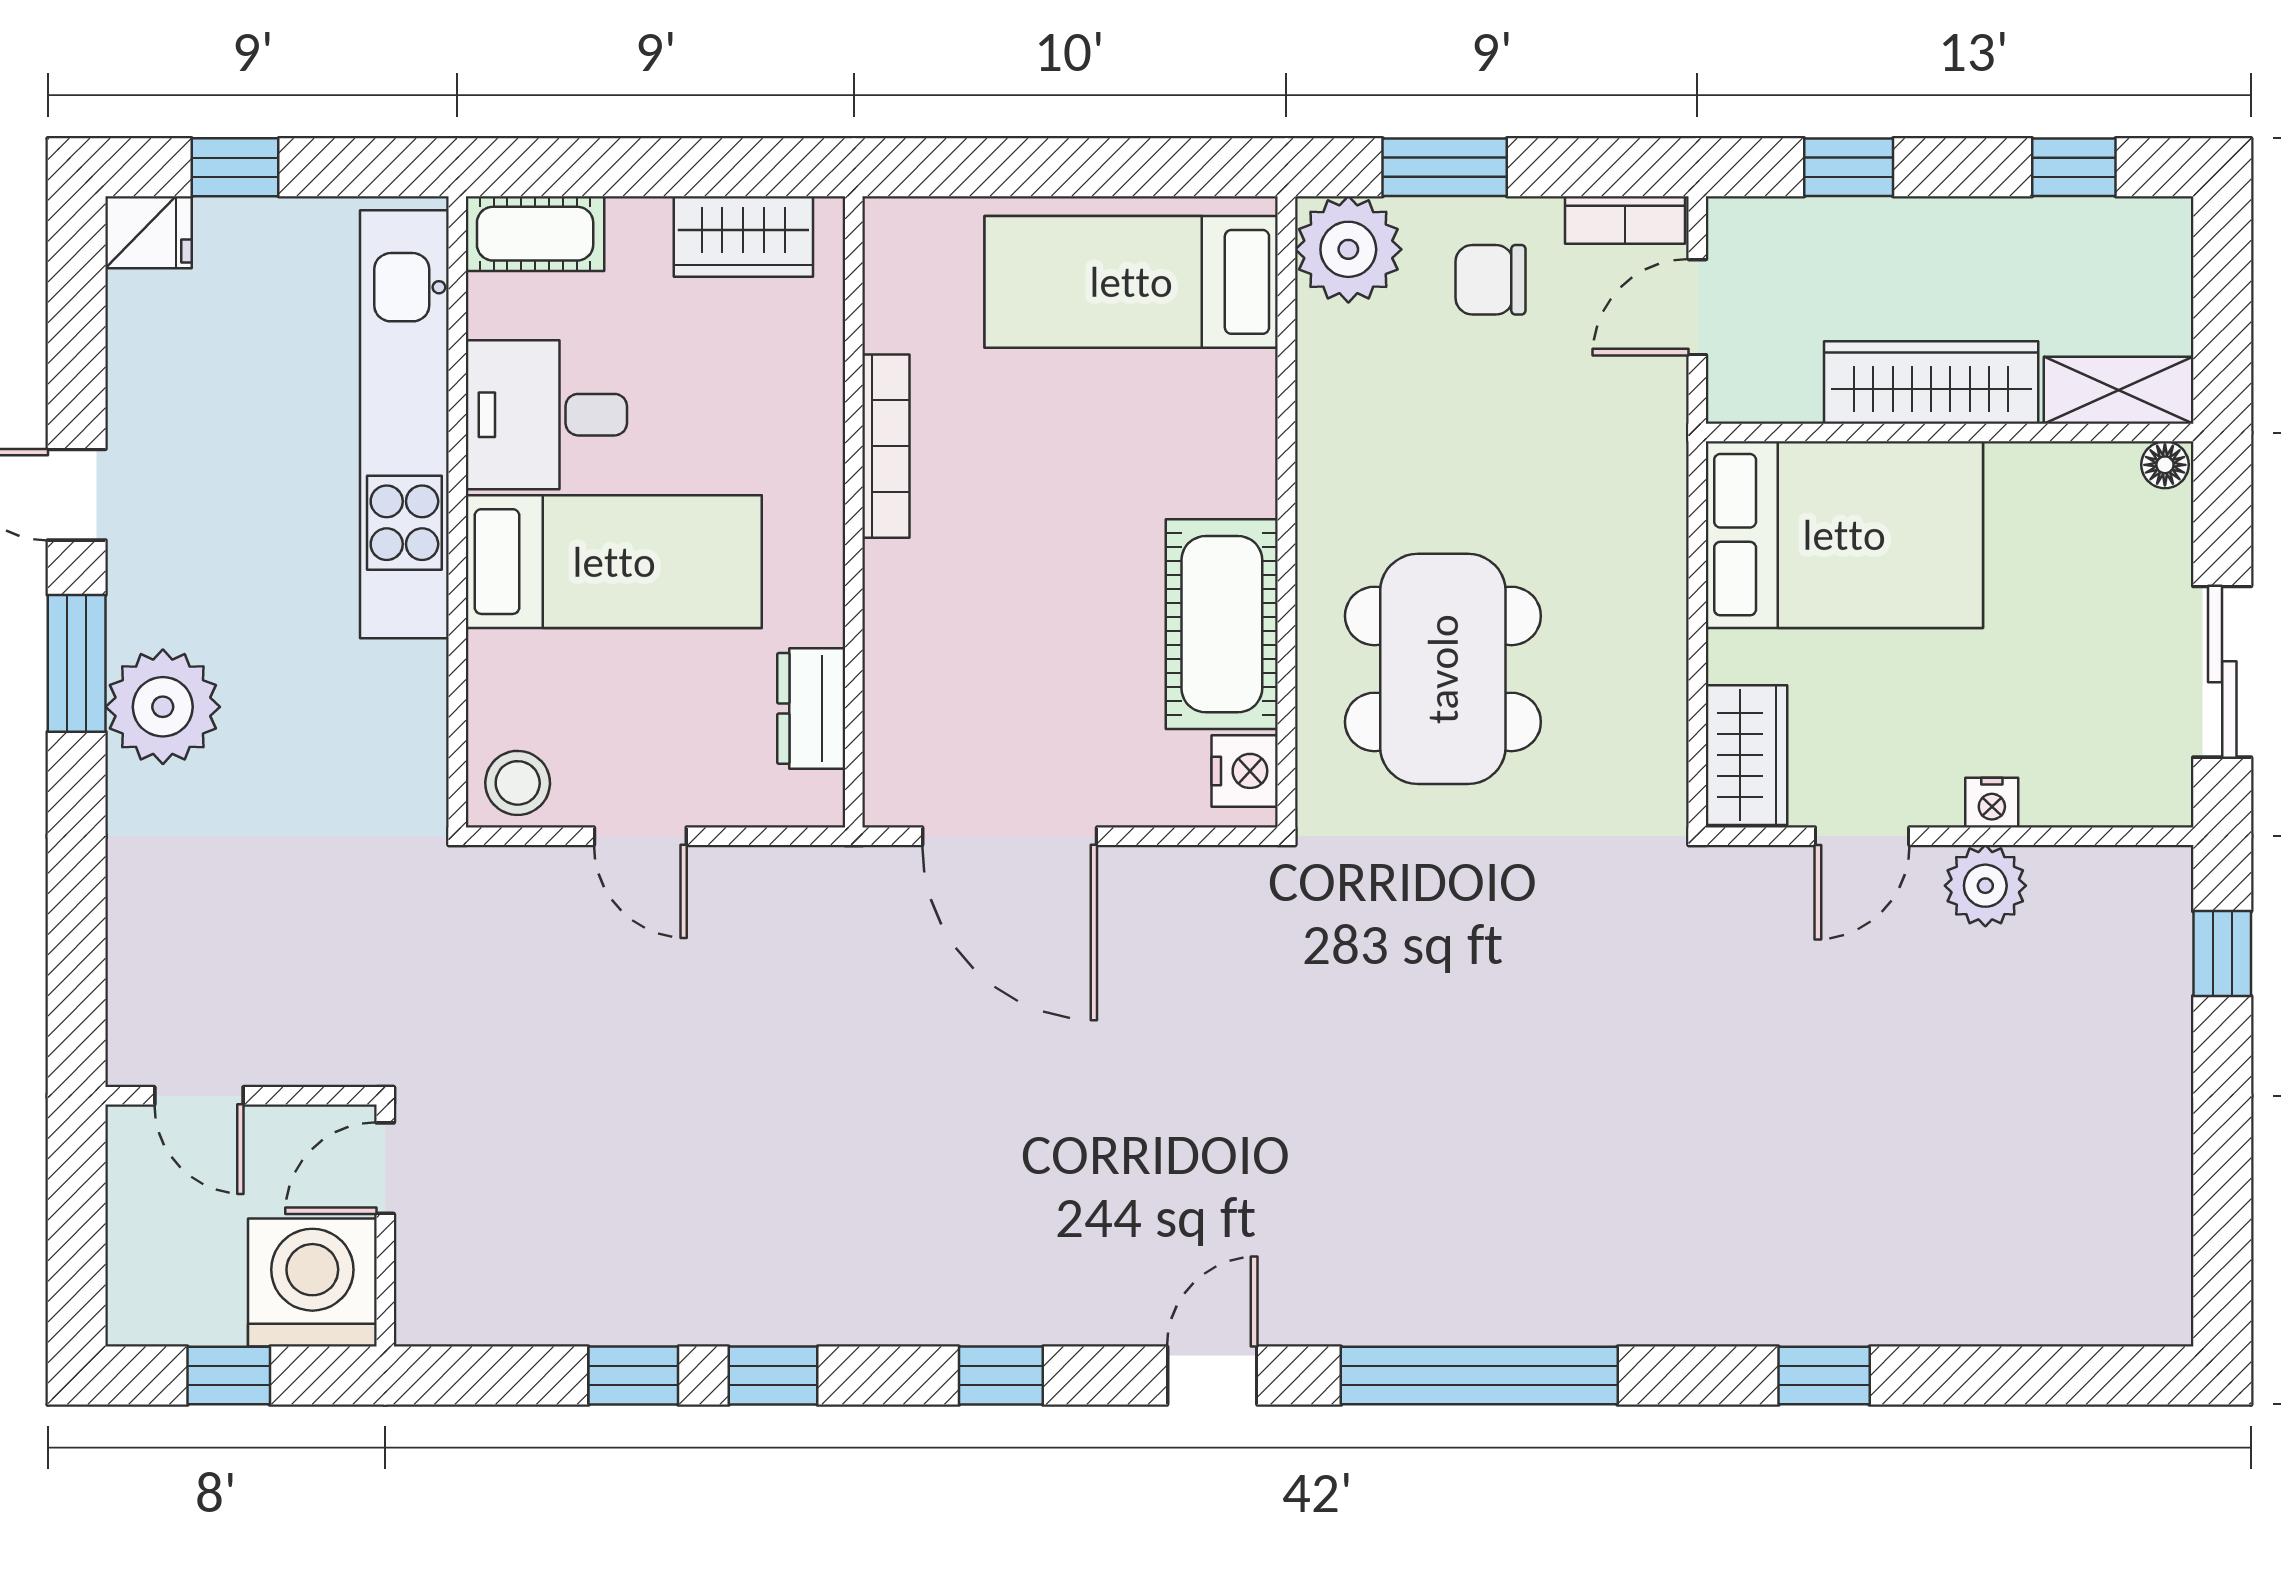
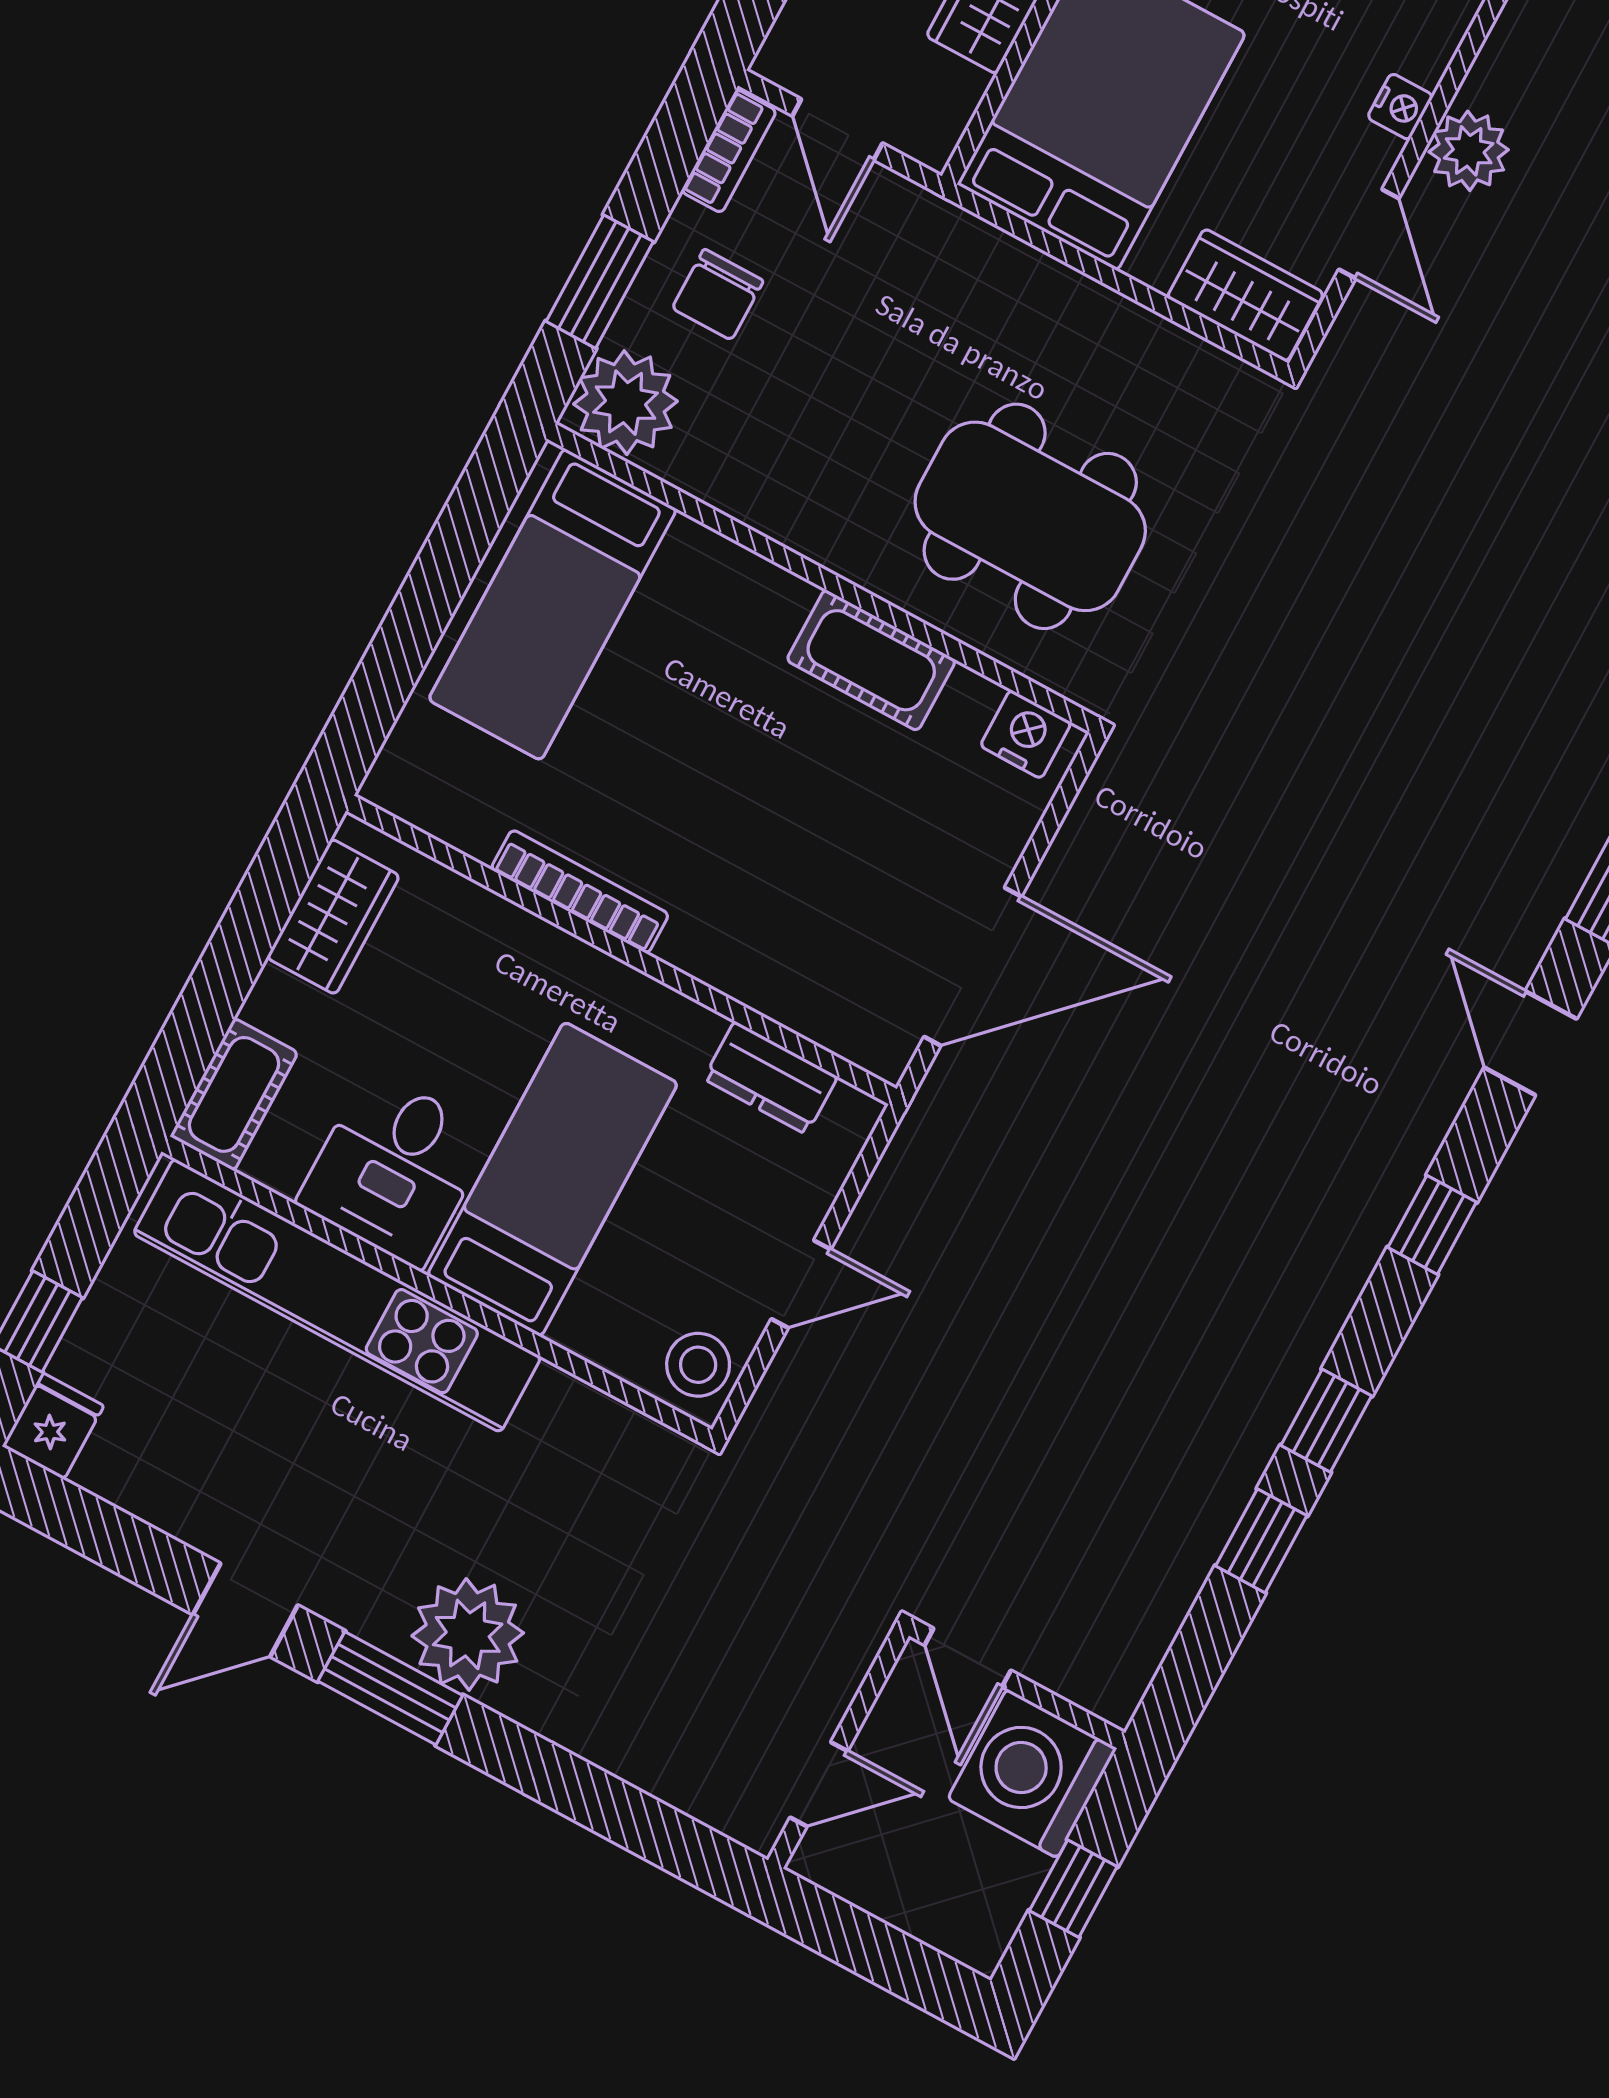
cot: (1222, 624) -> (871, 660), width x0.73, depth x0.75

